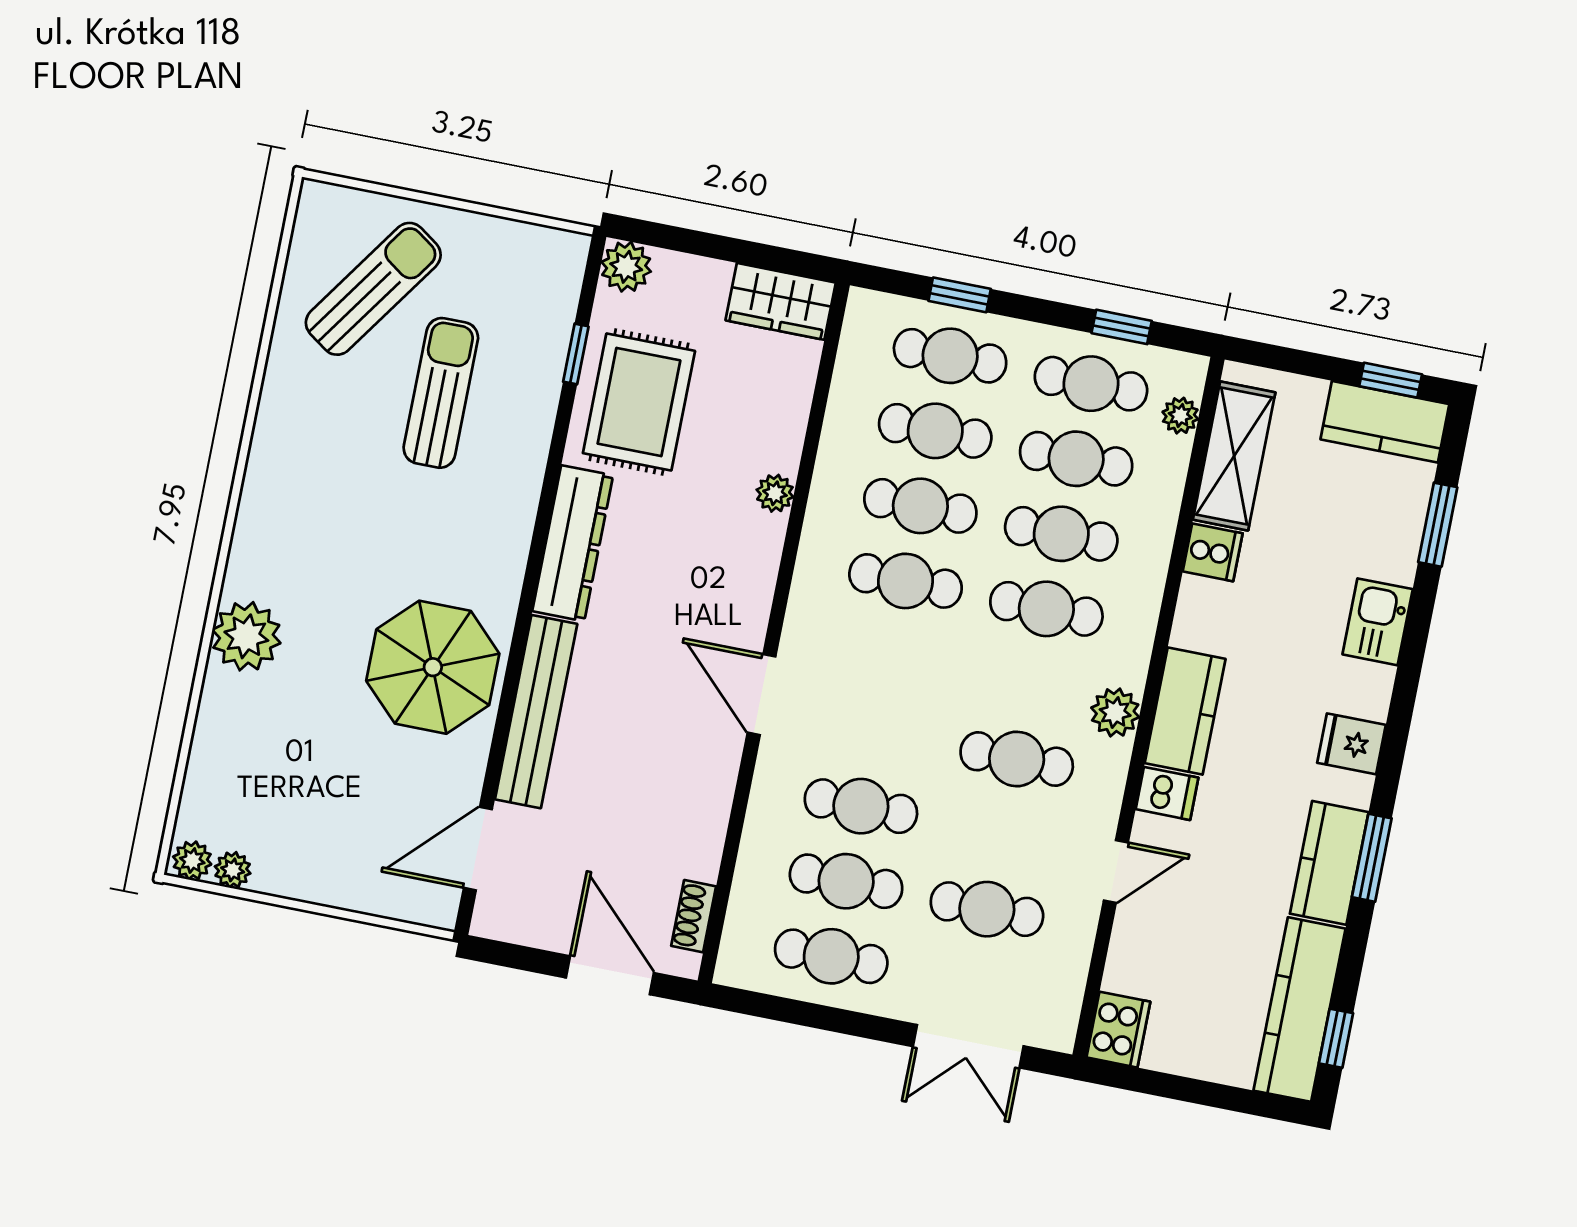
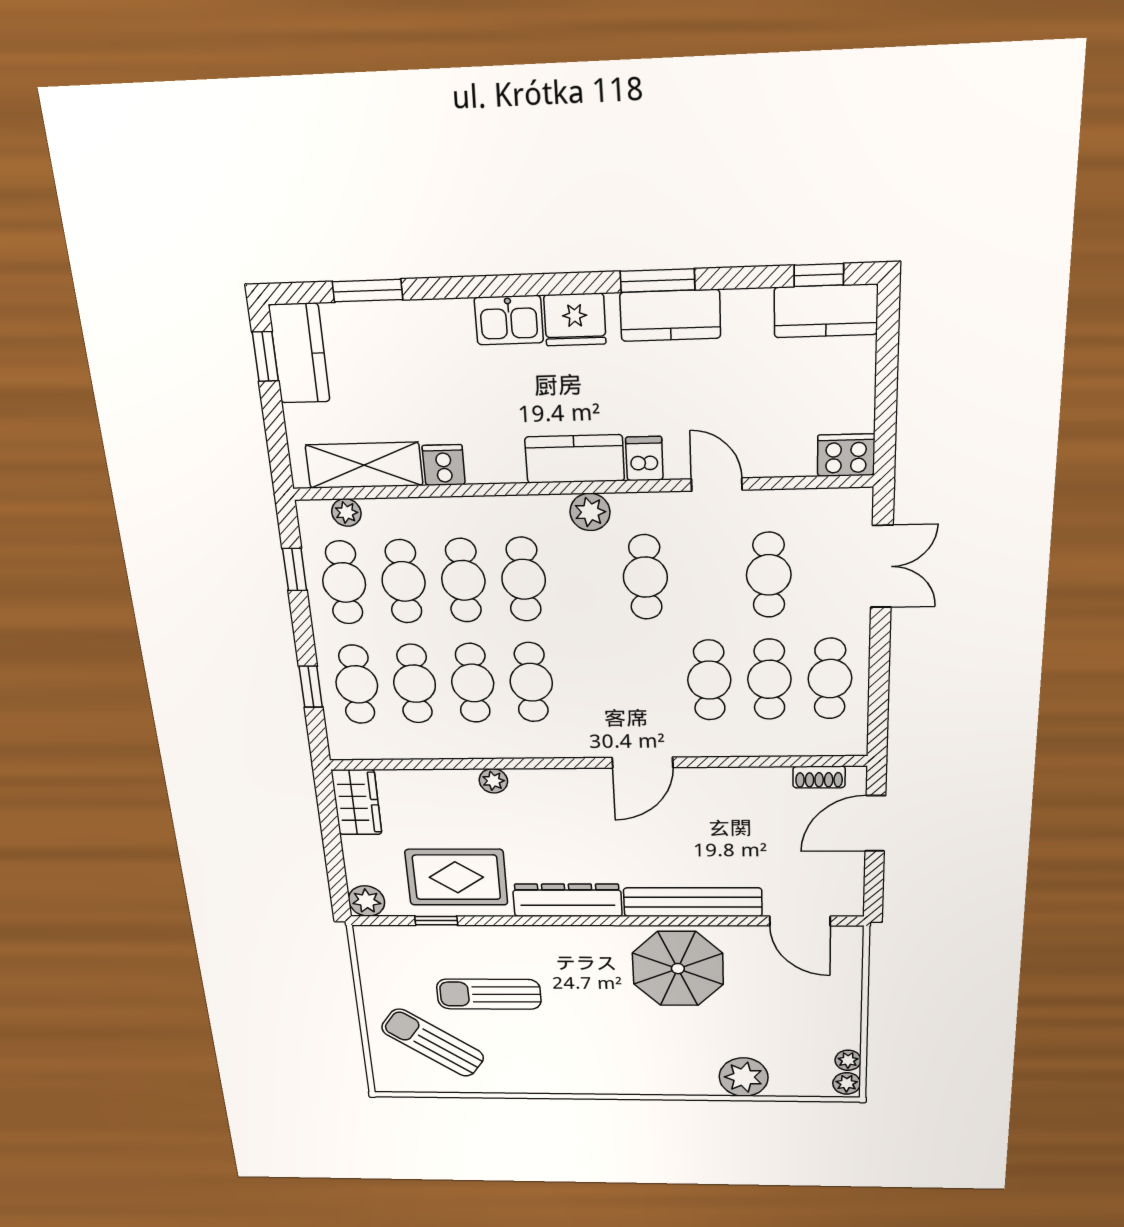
kitchen sink: (1378, 622) -> (509, 320), moved
plant: (246, 636) -> (744, 1077), moved
fridge: (1351, 744) -> (575, 320), width x1.38
kitchen counter: (1299, 1010) -> (826, 311), width x0.67

